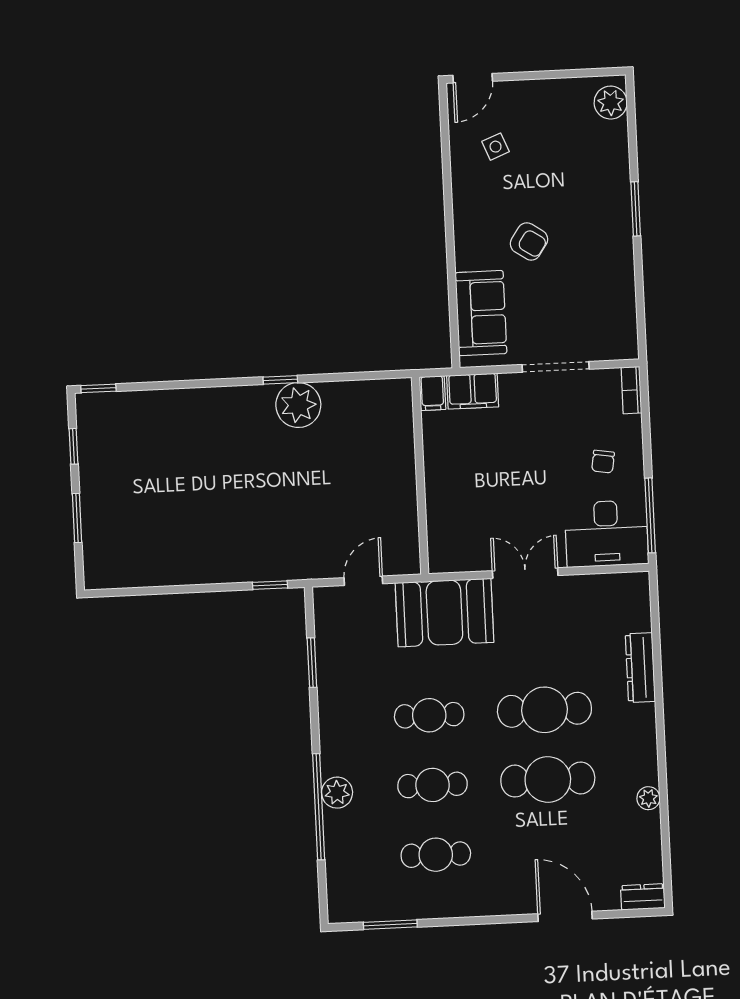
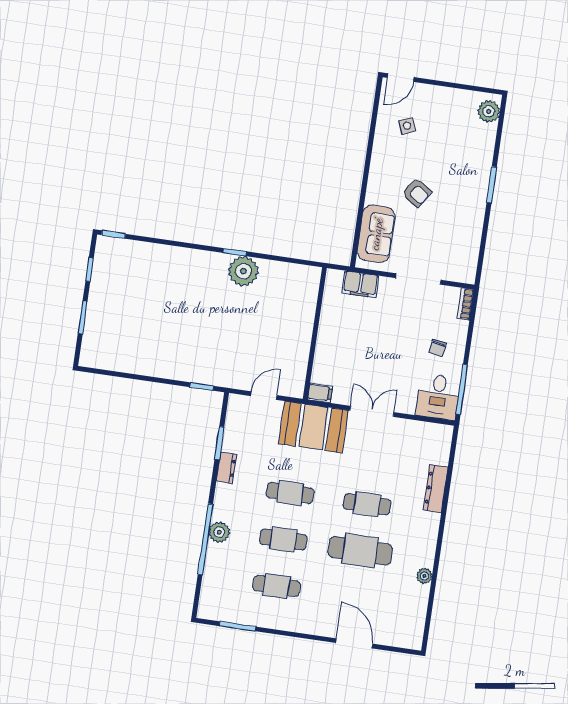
filing cabinet: (432, 393) -> (320, 393), moved, turned -90
desk: (606, 533) -> (438, 397), width x0.73
cafe table: (544, 710) -> (367, 504), width x0.73, depth x0.74
dresser: (643, 897) -> (227, 468), moved, turned 90

